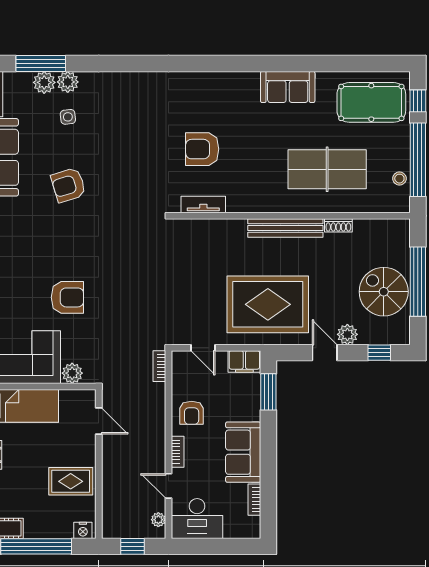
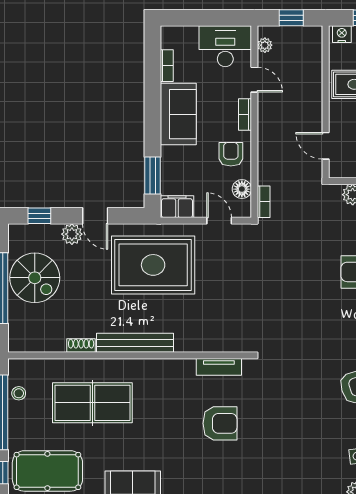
floor lamp: (181, 379) -> (242, 189), added

